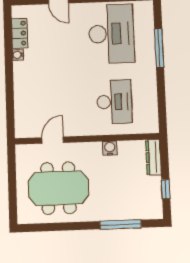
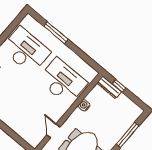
desk: (114, 102) -> (62, 81), width x1.36, depth x1.30
window: (166, 189) -> (119, 86), moved

